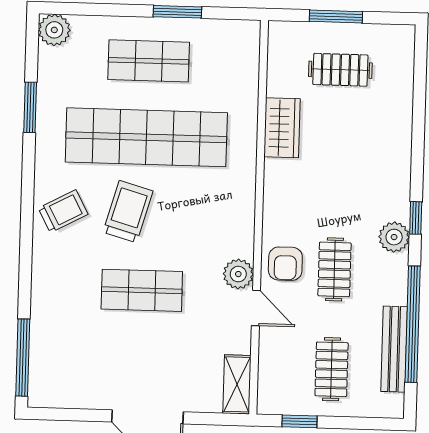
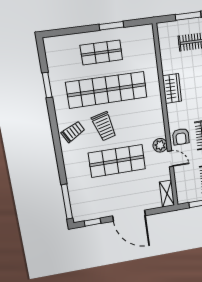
plant: (54, 30) -> (52, 45), removed
wardrobe: (282, 128) -> (172, 89), moved
trolley: (128, 211) -> (104, 126), turned 149
shop shelf: (142, 290) -> (117, 161), width x1.43, depth x1.36
window: (68, 415) -> (93, 222), added

